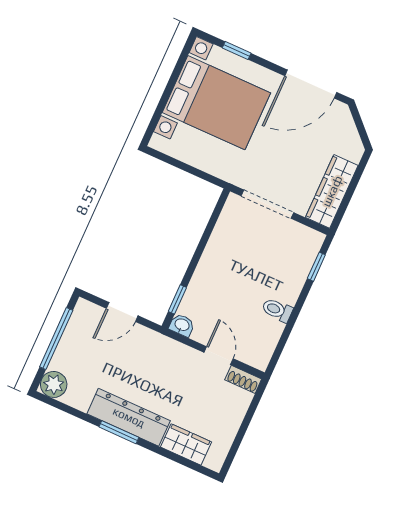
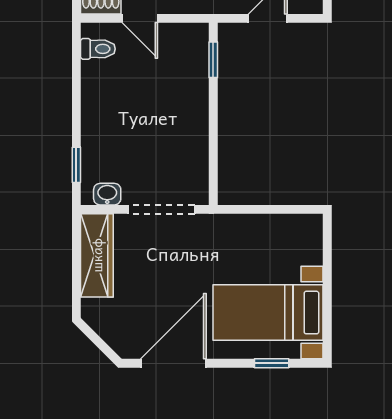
bed with nightstands: (216, 103) -> (268, 313), width x0.73
toilet: (277, 310) -> (98, 49), moved
washbasin: (182, 325) -> (107, 194), moved, turned 180

